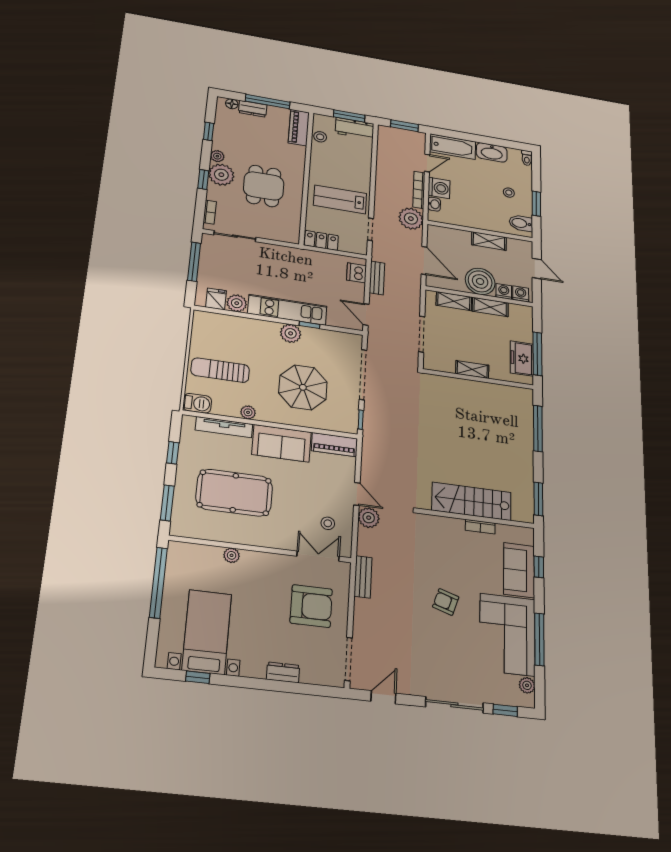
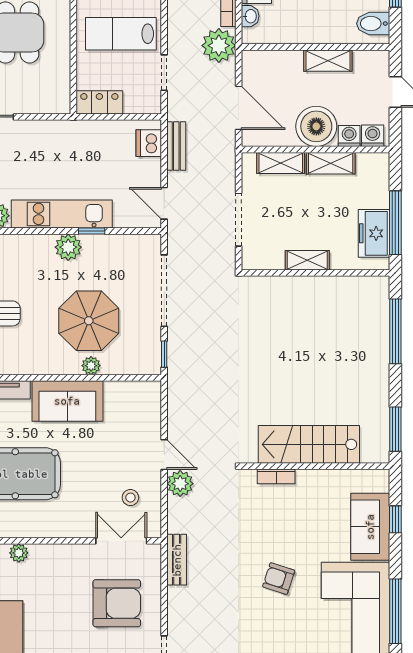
plant: (248, 412) -> (91, 366), moved
piano: (334, 445) -> (133, 393), removed
bookcase: (480, 527) -> (276, 476), moved

